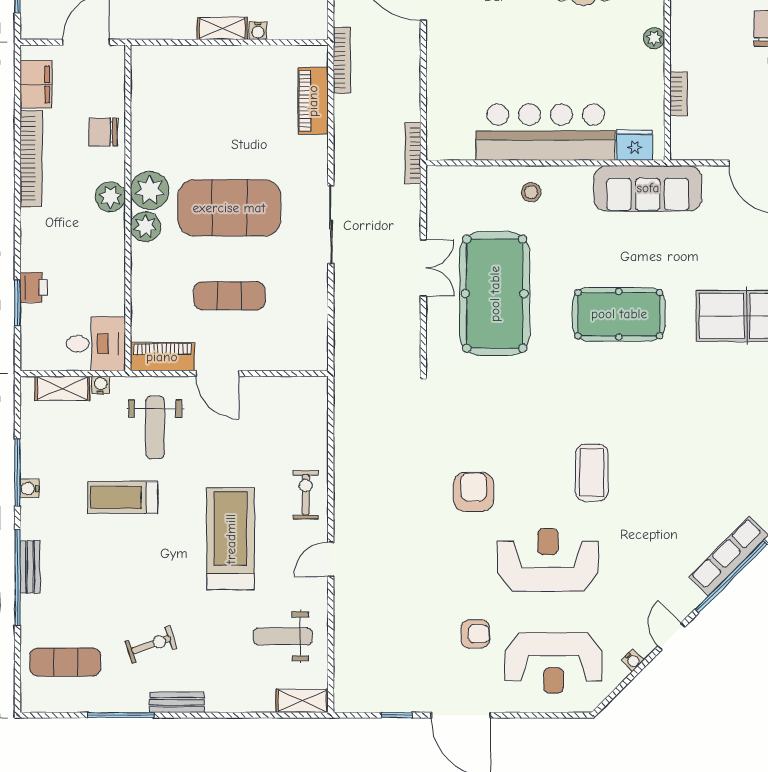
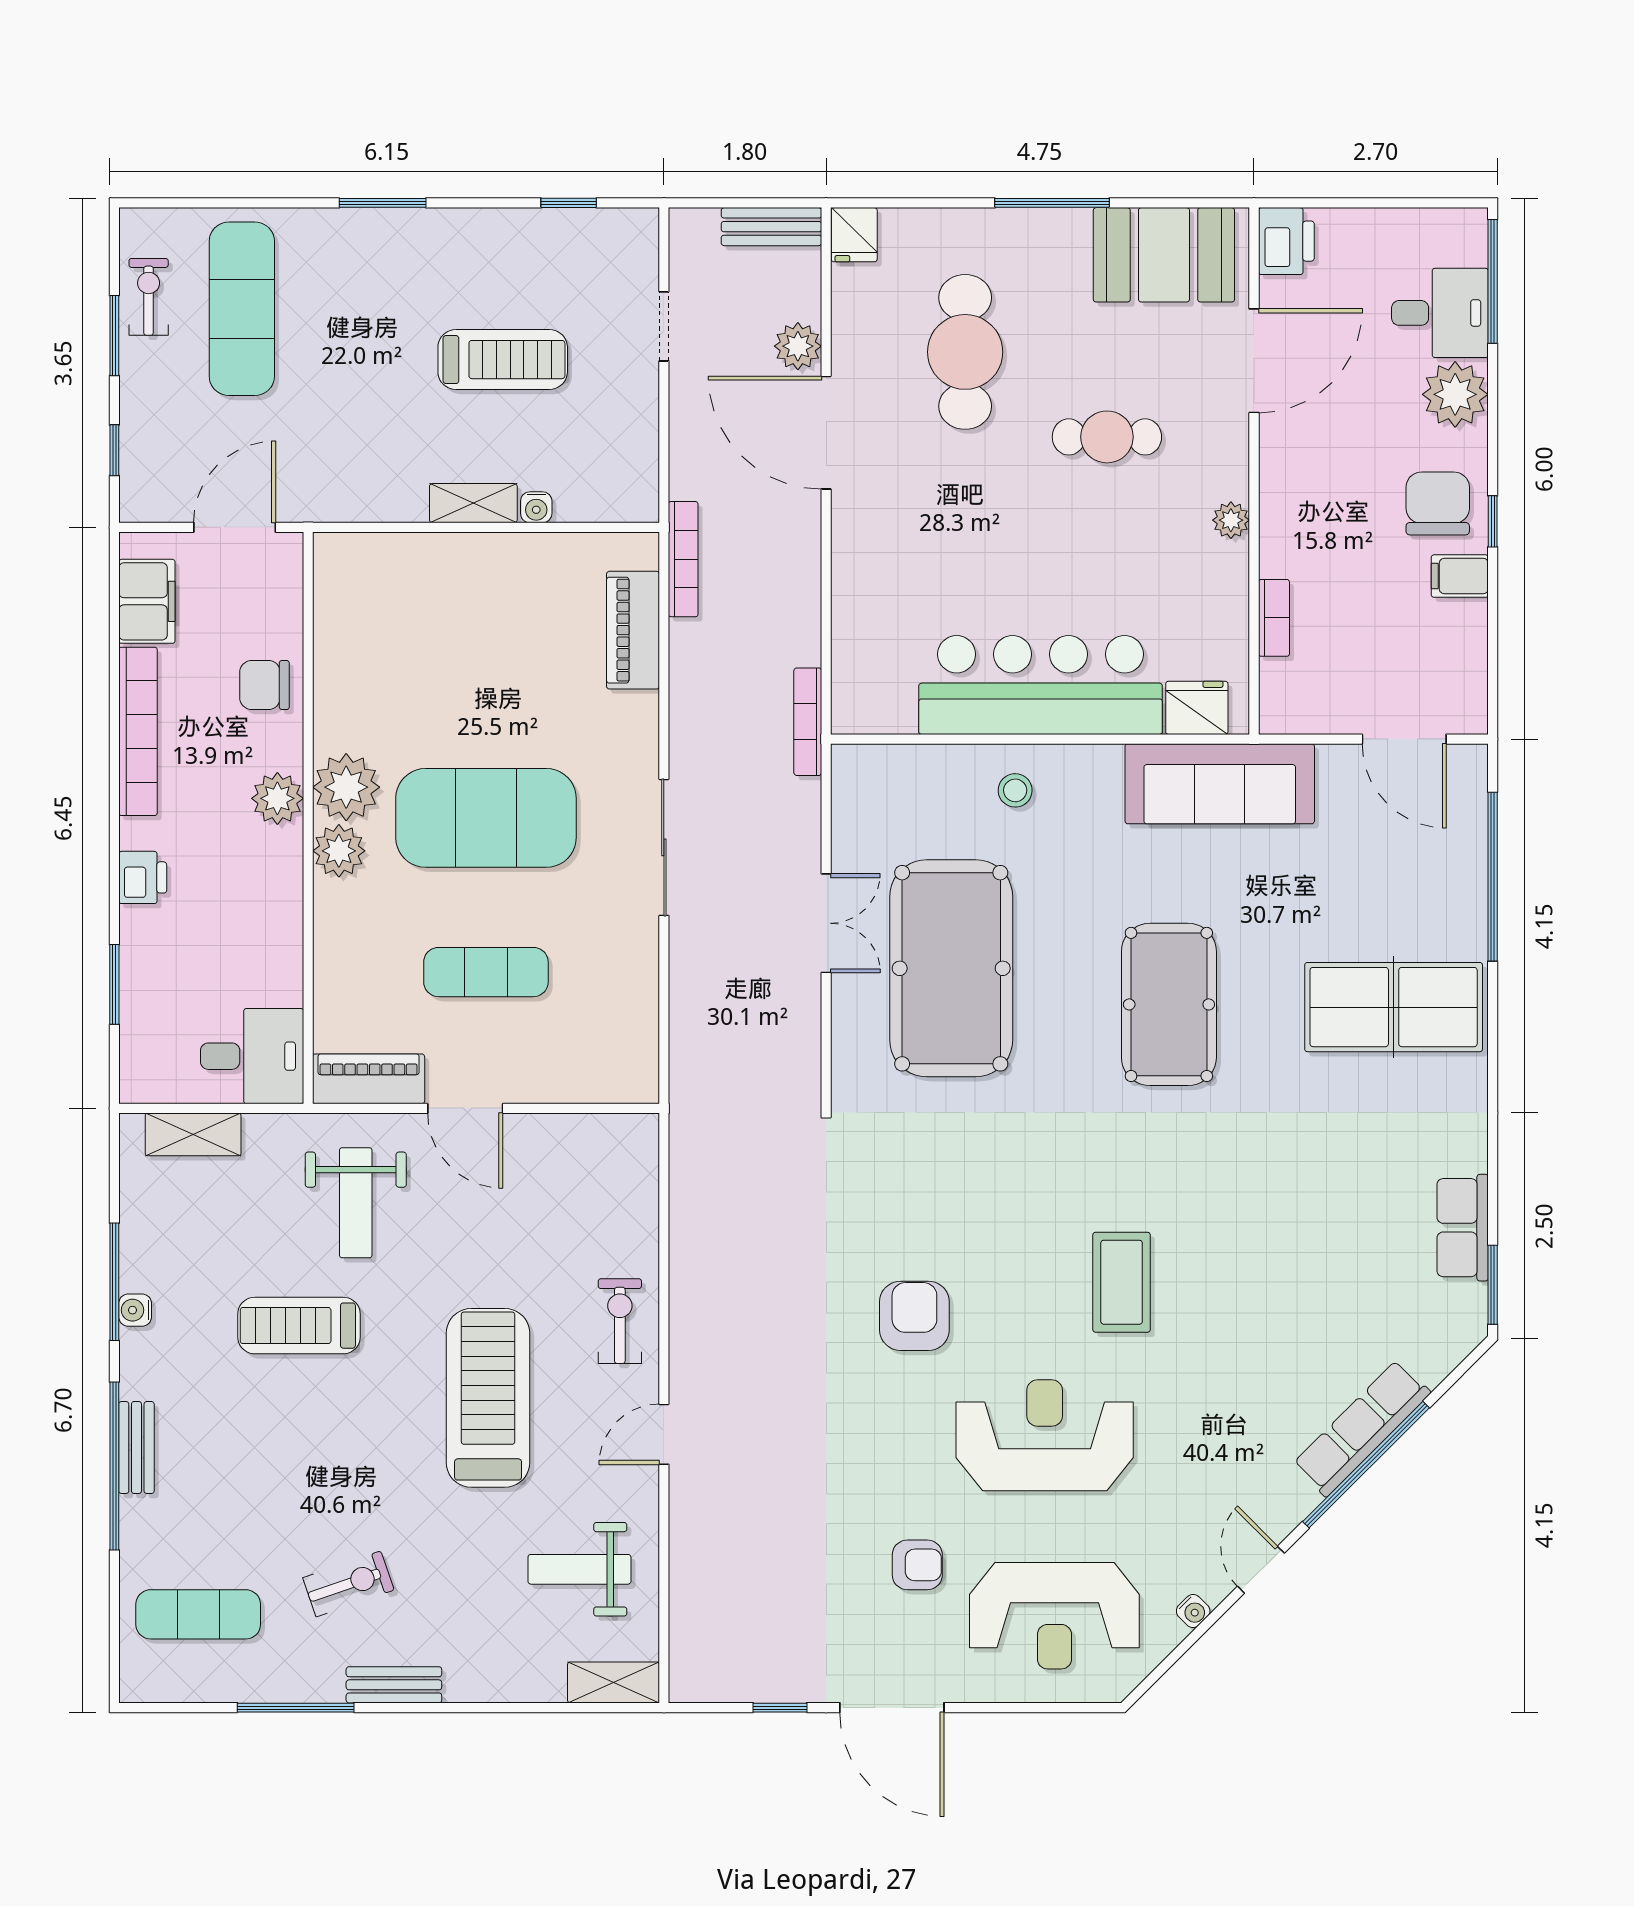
printer: (34, 287) -> (143, 877), moved
pool table: (619, 314) -> (1169, 1004), turned 90
water cooler: (101, 385) -> (260, 1129), removed

